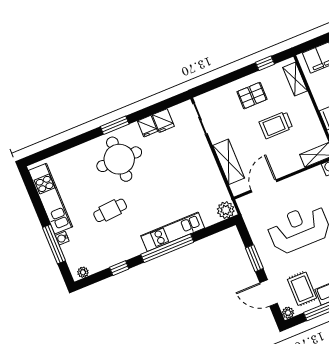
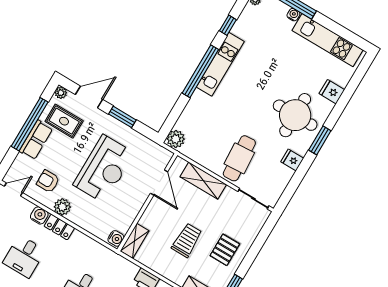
fridge: (163, 121) -> (332, 92), moved
cafe table: (110, 210) -> (239, 158), moved, width x1.37, depth x1.35
kitchen unit: (173, 232) -> (220, 64), moved

